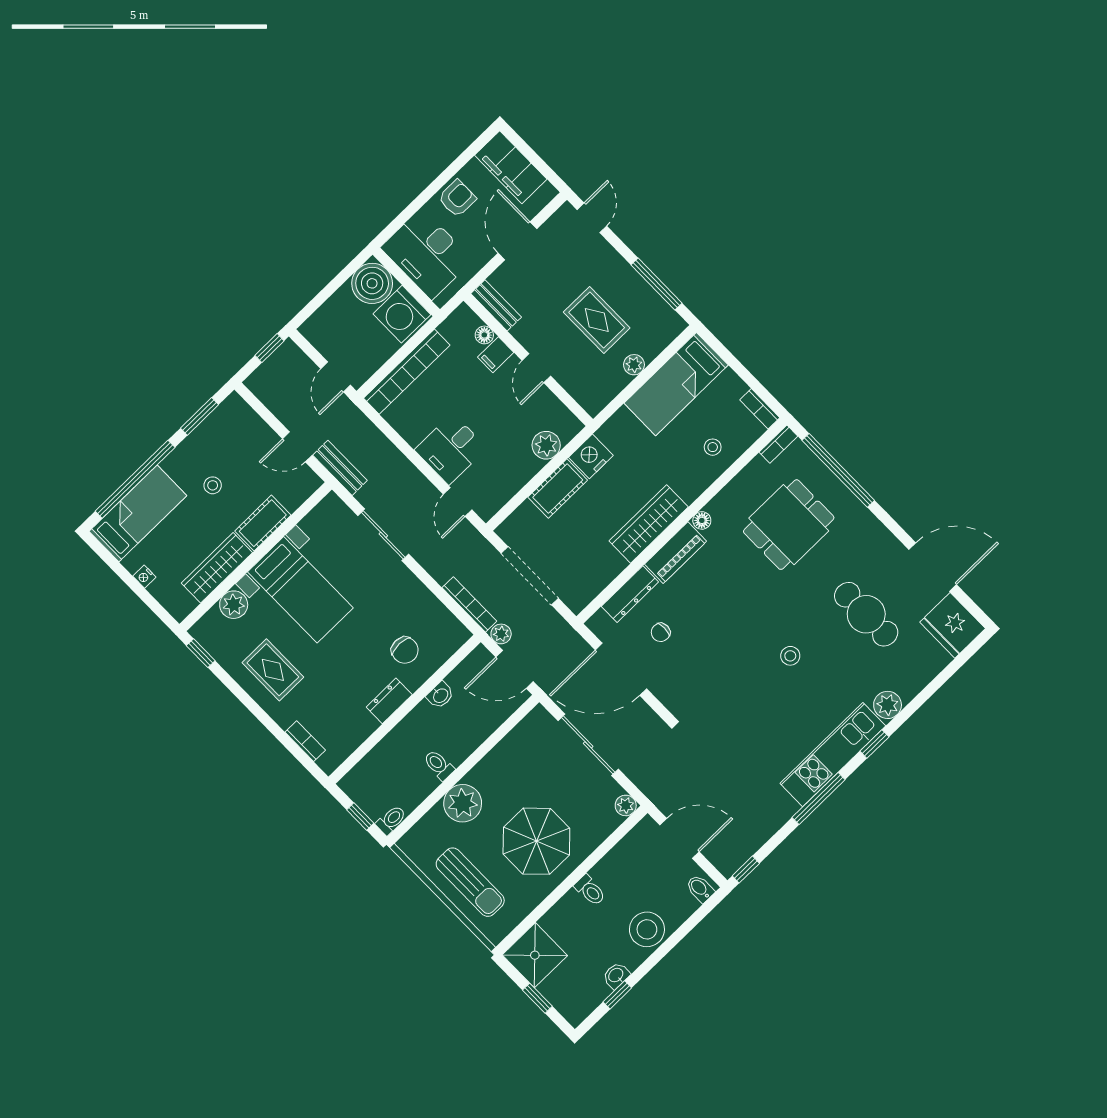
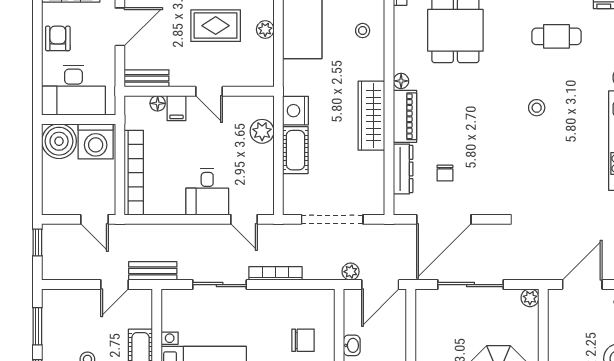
door: (517, 241) -> (120, 27), swing flipped
bookcase: (469, 604) -> (275, 273), moved
cafe table: (866, 614) -> (557, 36), width x0.73, depth x0.74

